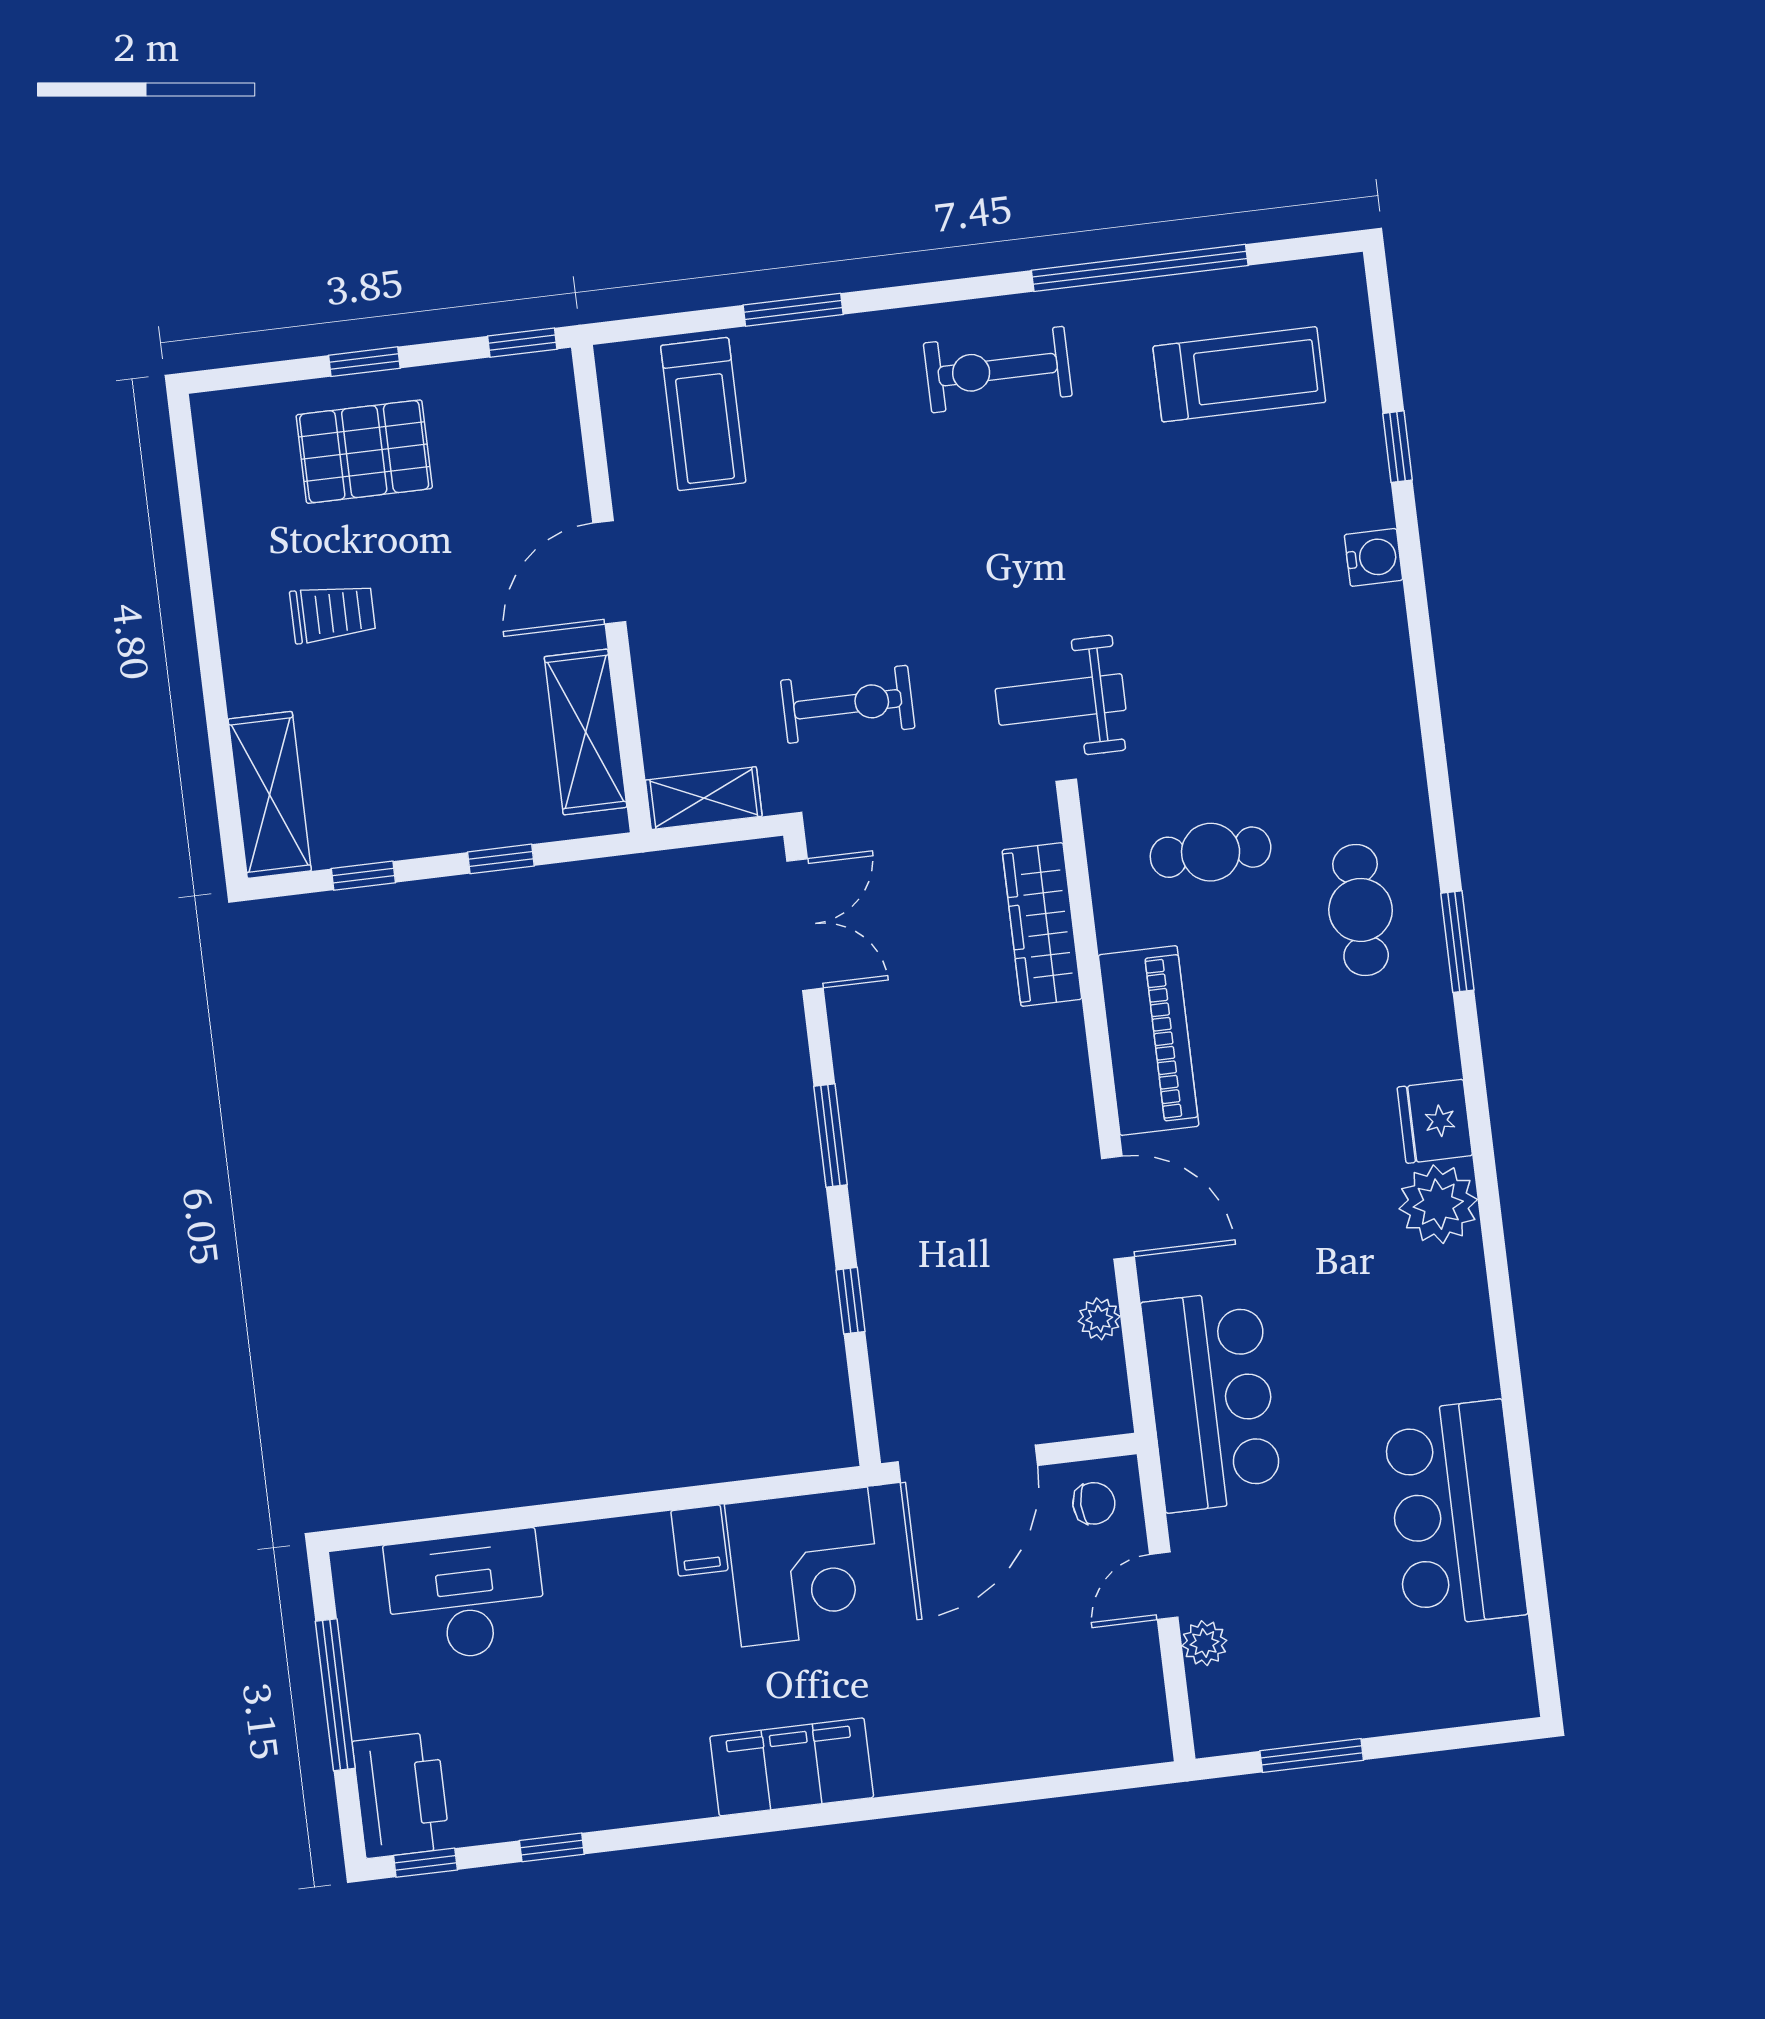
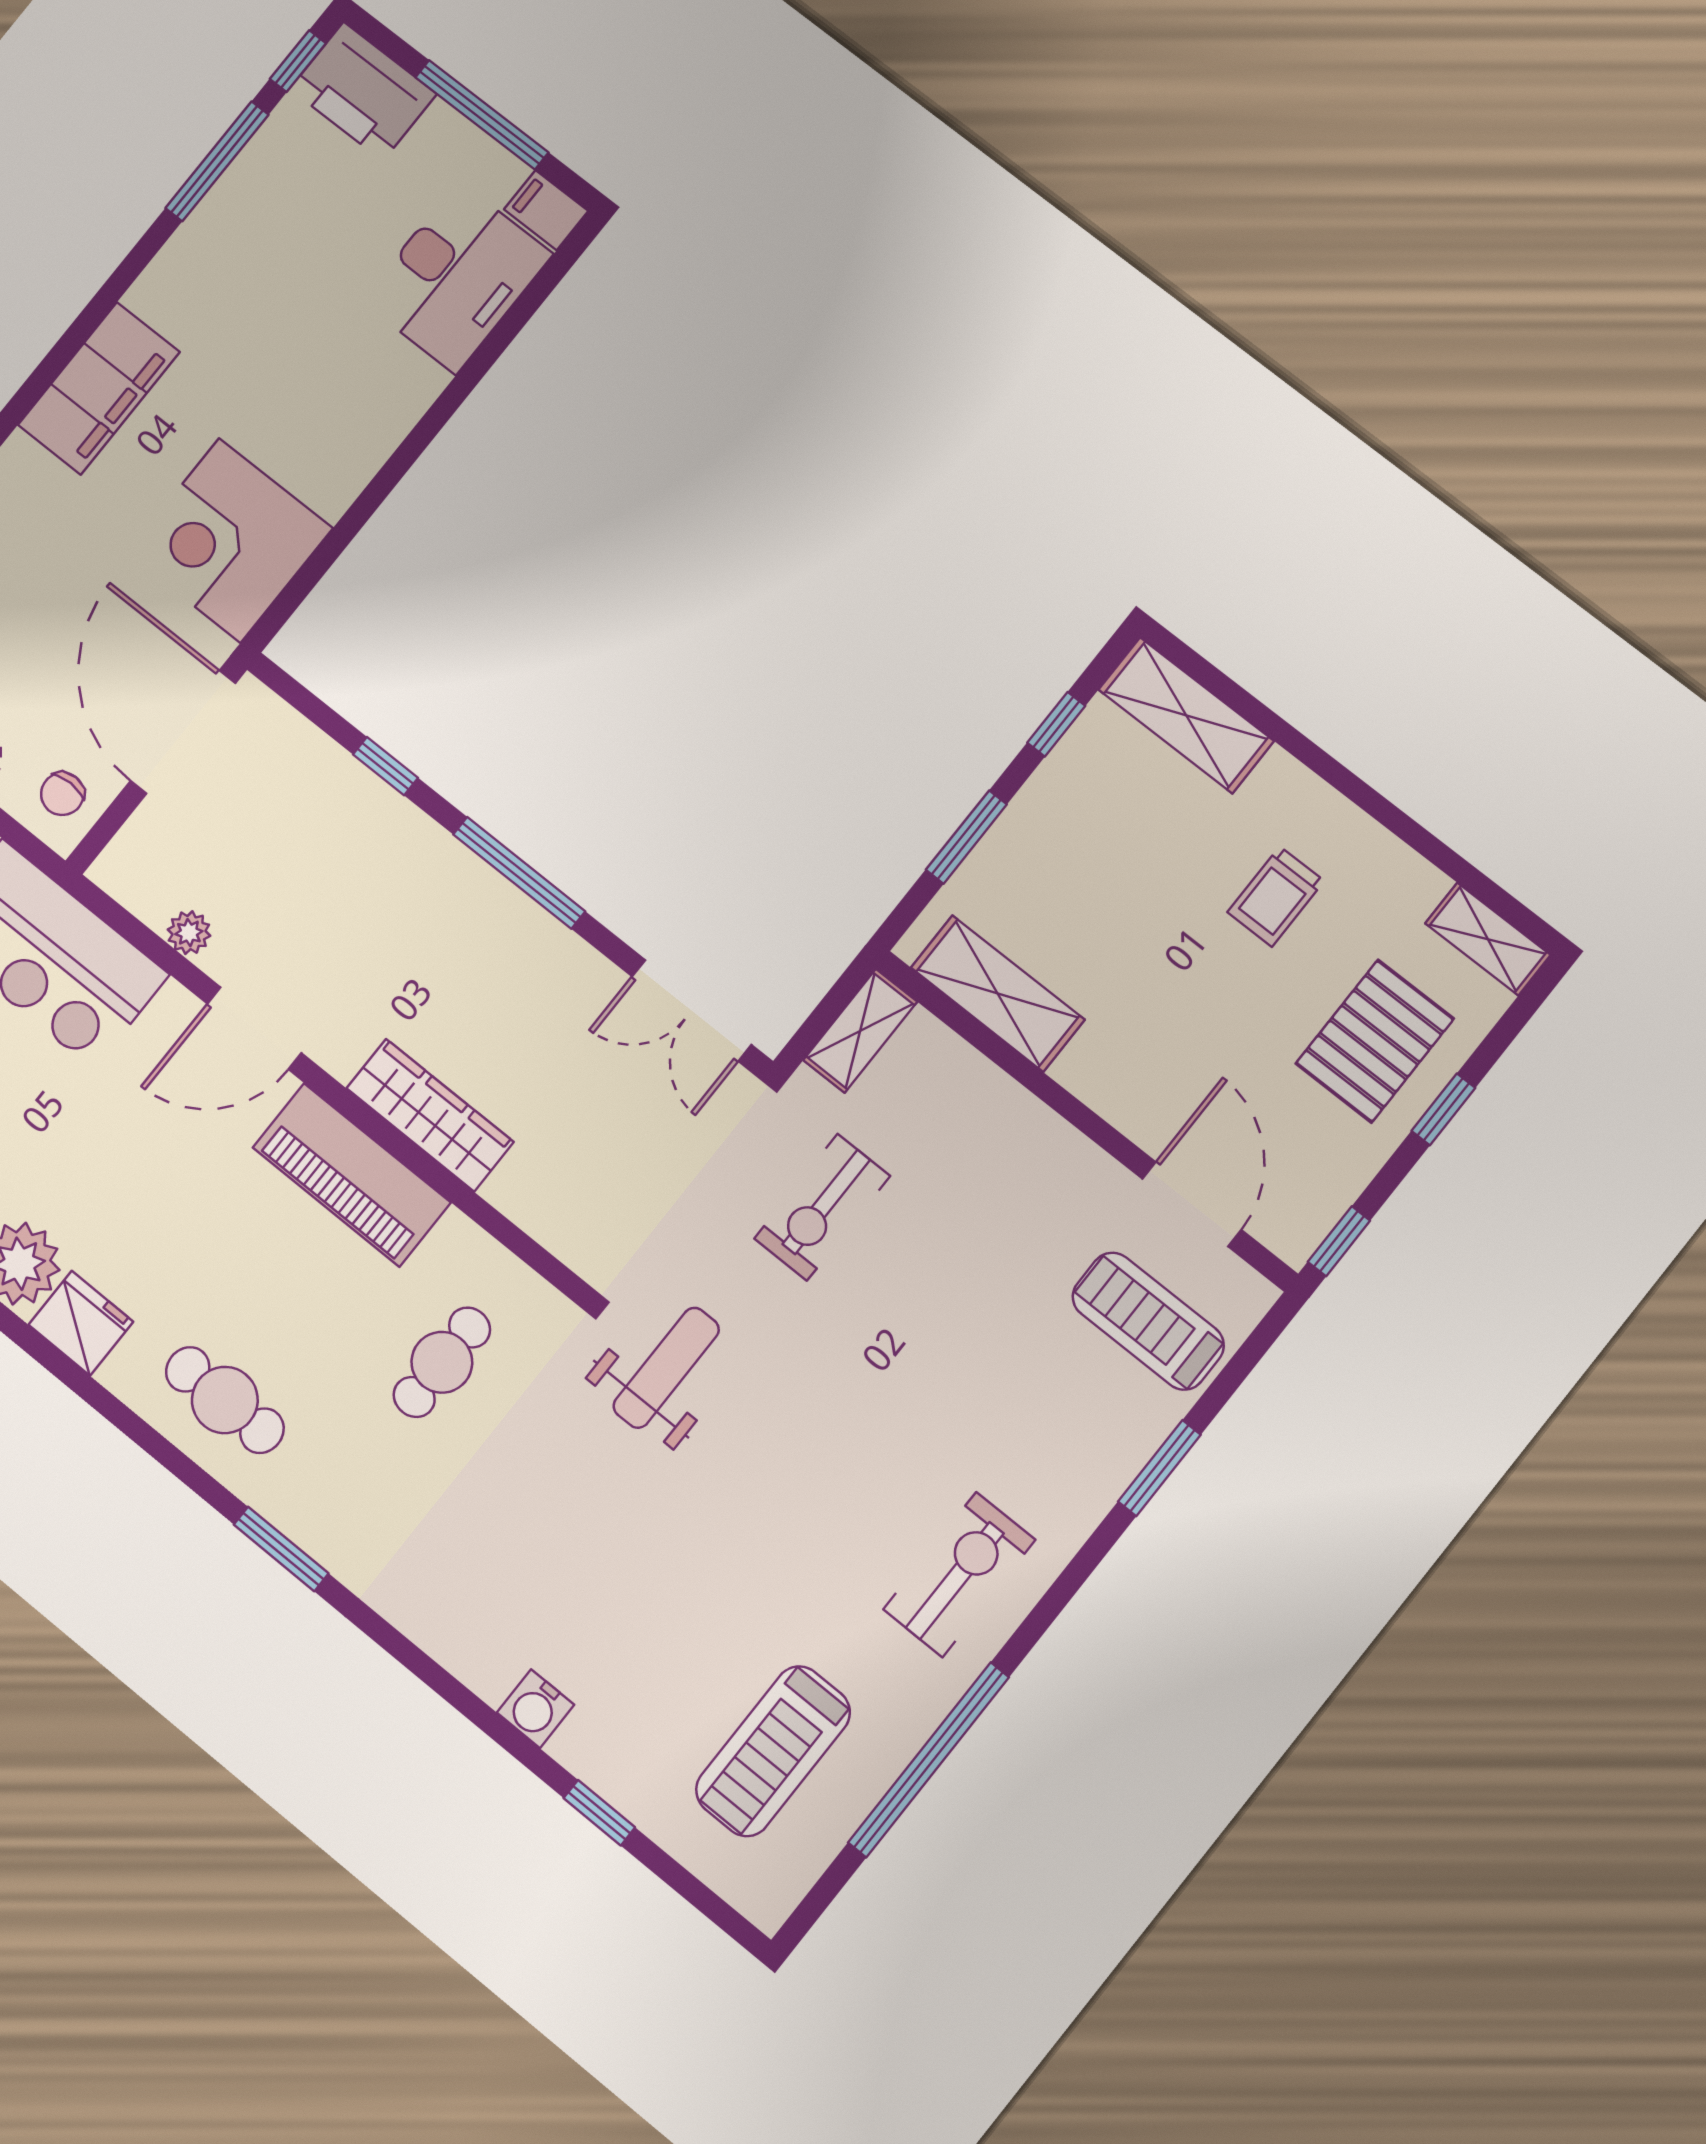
shelving: (220, 445) -> (1488, 939), added
door: (609, 572) -> (1192, 1204), moved
window: (501, 859) -> (966, 837), width x1.50
cafe table: (1361, 910) -> (225, 1400), moved
wardrobe: (1042, 925) -> (430, 1115), moved
window: (1457, 942) -> (281, 1549), moved
window: (830, 1135) -> (519, 873), width x1.44
filing cabinet: (699, 1541) -> (546, 210), moved
window: (552, 1847) -> (217, 161), width x2.17

